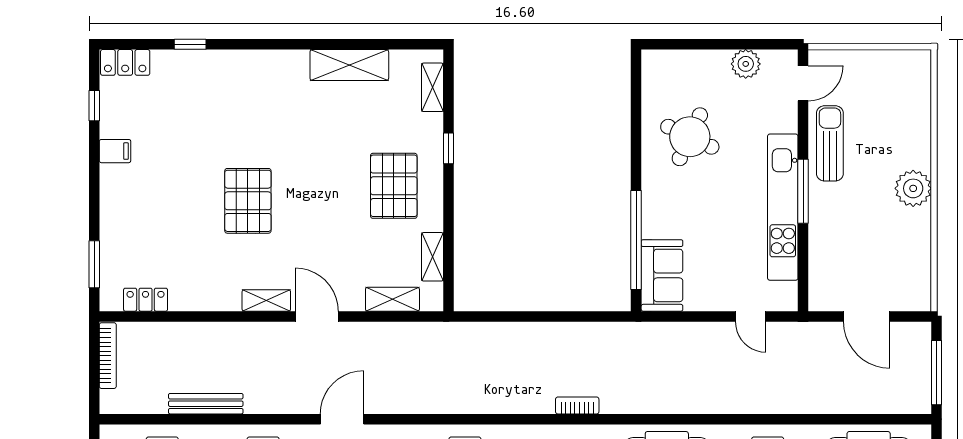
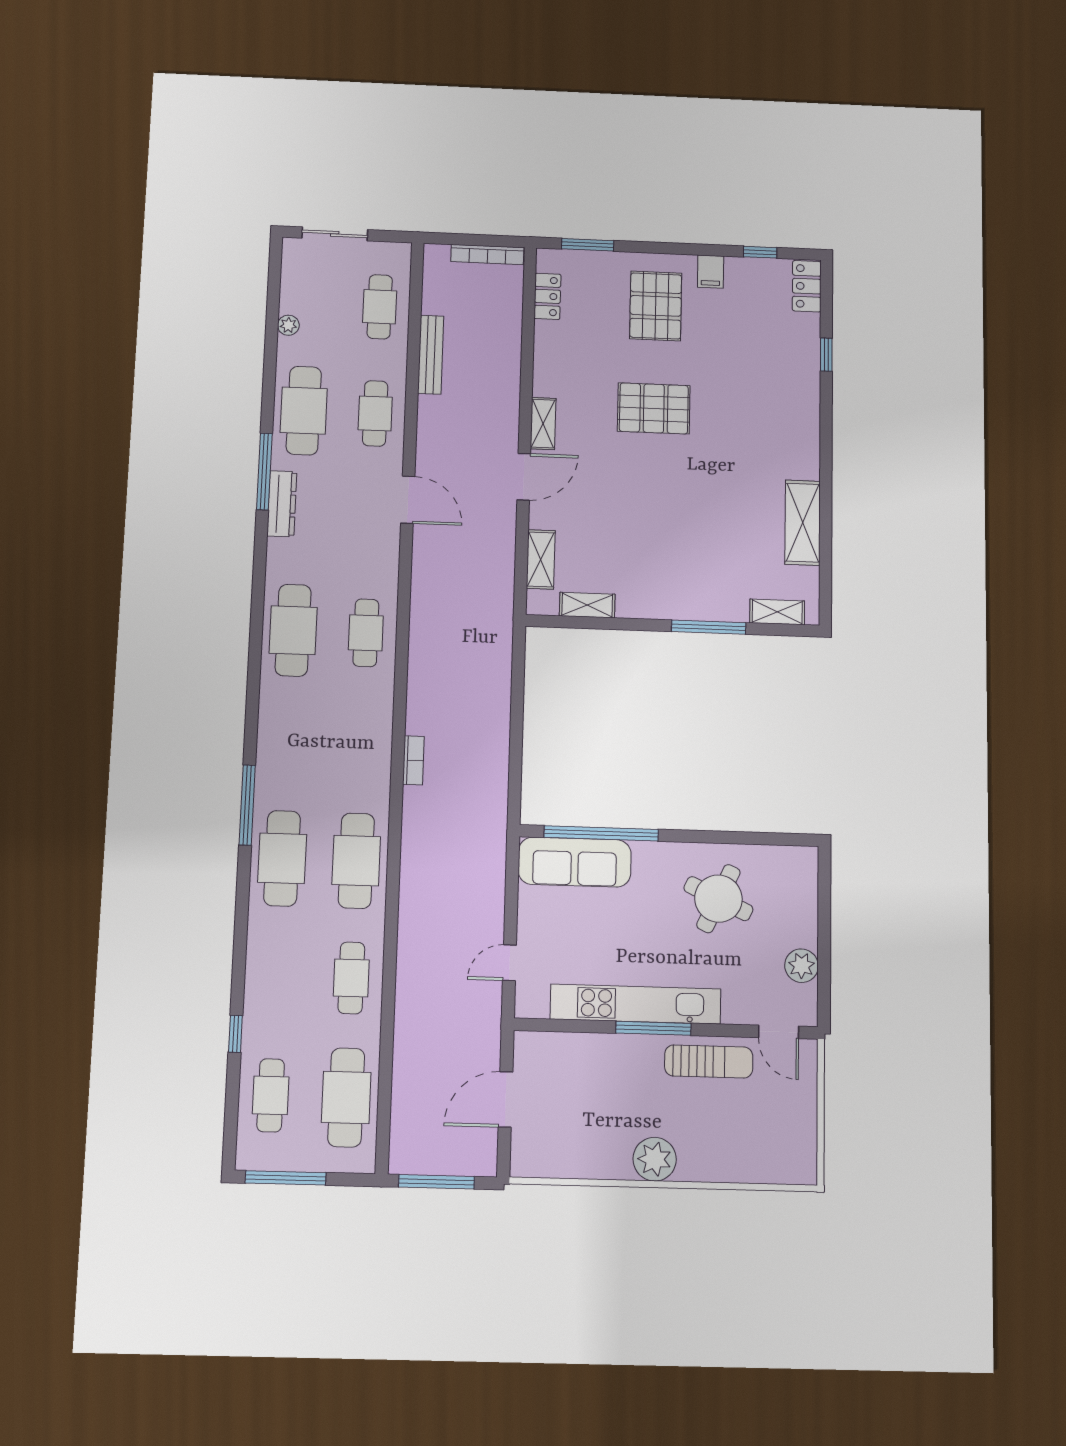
window: (449, 148) -> (709, 627), width x2.17
pallet: (394, 186) -> (656, 306), moved, turned 90
sofa: (662, 275) -> (575, 862), width x1.36

